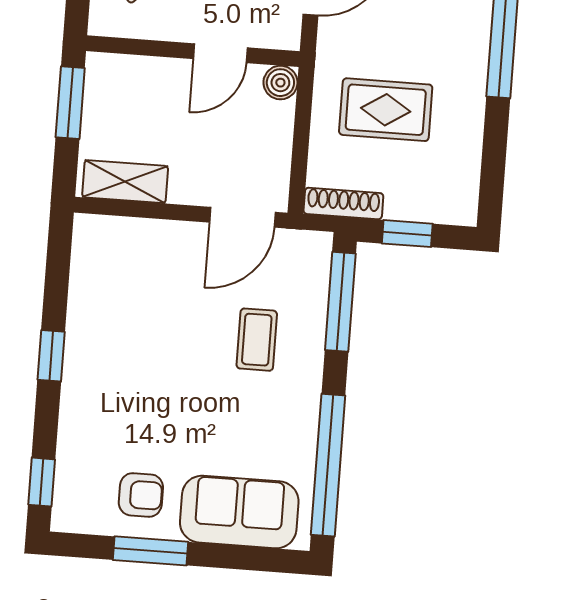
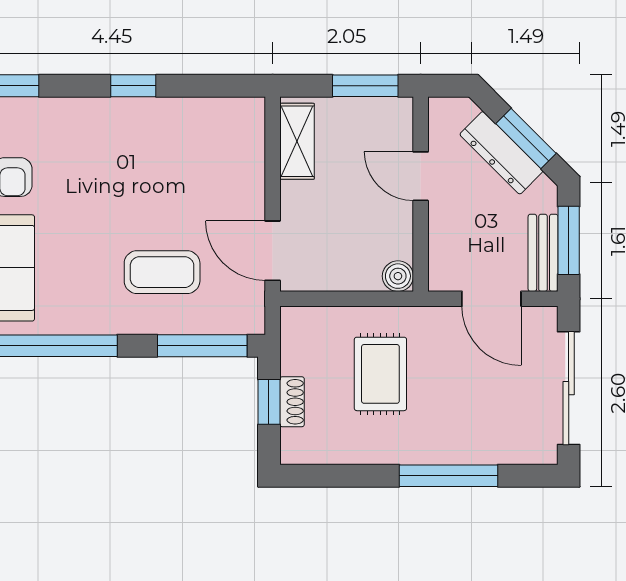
door: (220, 53) -> (421, 176), moved
shoe rack: (343, 204) -> (292, 402), moved, width x0.70
coffee table: (257, 340) -> (162, 272), width x1.36, depth x1.30

